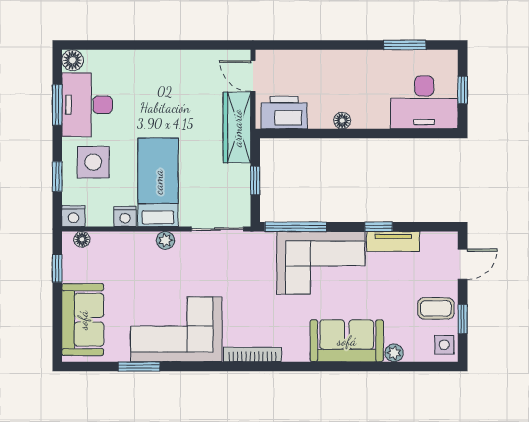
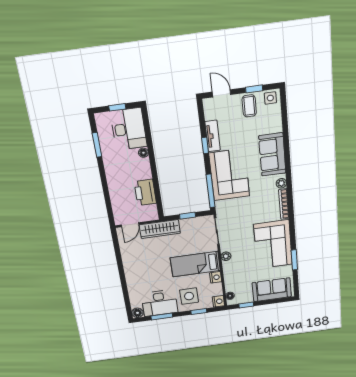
printer: (284, 112) -> (145, 192), moved
floor lamp: (342, 121) -> (143, 153), moved
plant: (394, 353) -> (281, 183), moved

